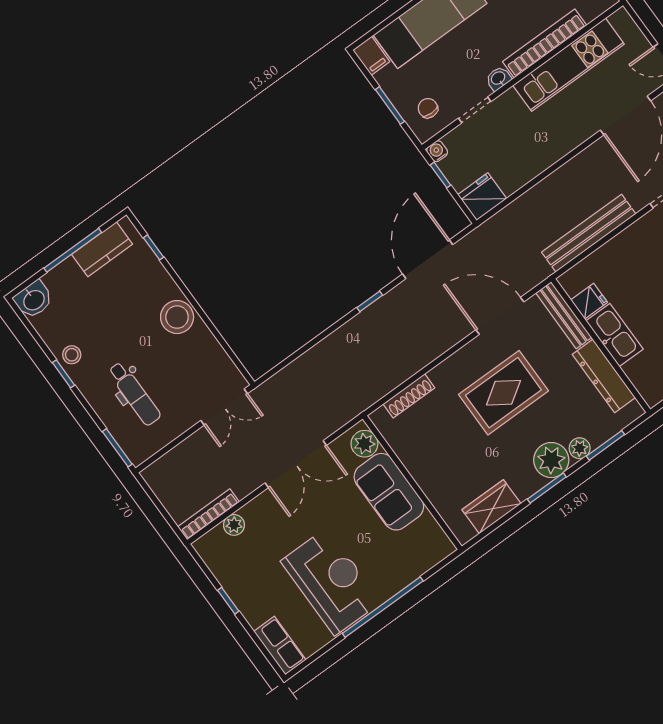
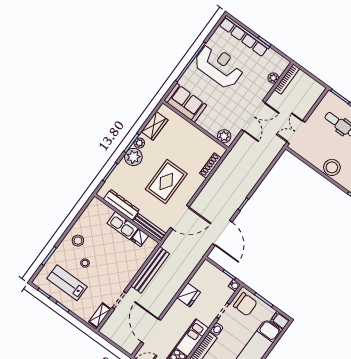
chair: (428, 108) -> (245, 304), width x1.87, depth x1.87
fridge: (482, 197) -> (189, 295), moved
plant: (580, 448) -> (139, 143), moved
double door: (296, 464) -> (253, 116), swing flipped
sofa: (389, 492) -> (185, 103), moved
reception desk: (331, 582) -> (219, 66), turned 180
row of seats: (280, 646) -> (244, 36), width x2.02

